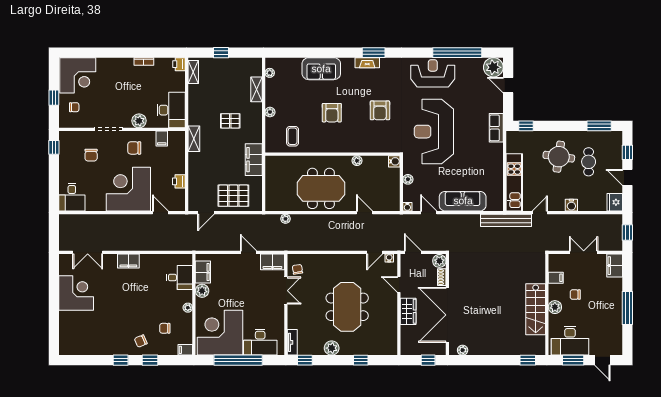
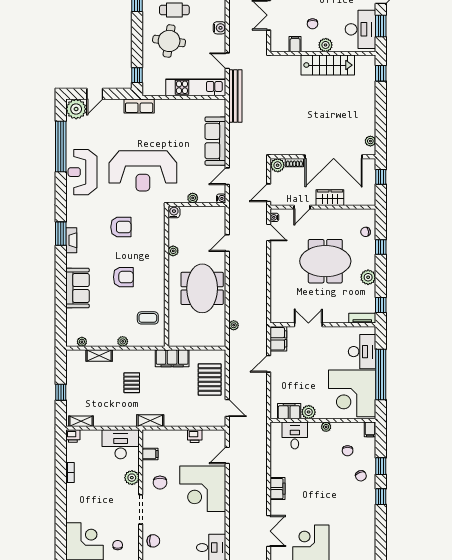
chair: (91, 155) -> (153, 541), moved
chair: (297, 269) -> (366, 232), moved

